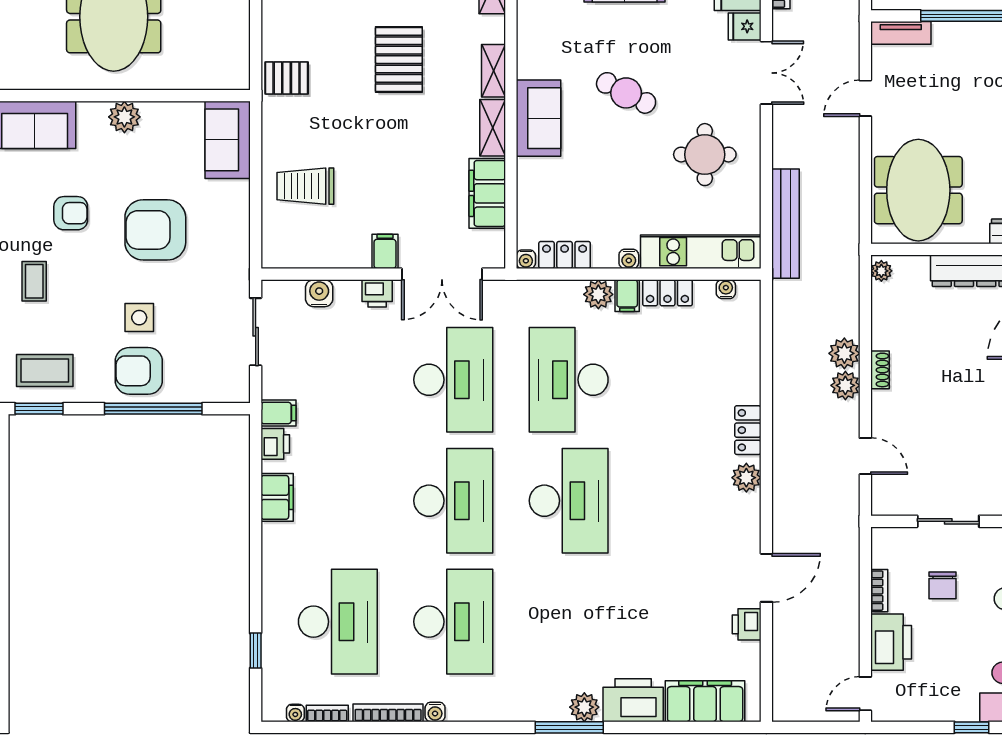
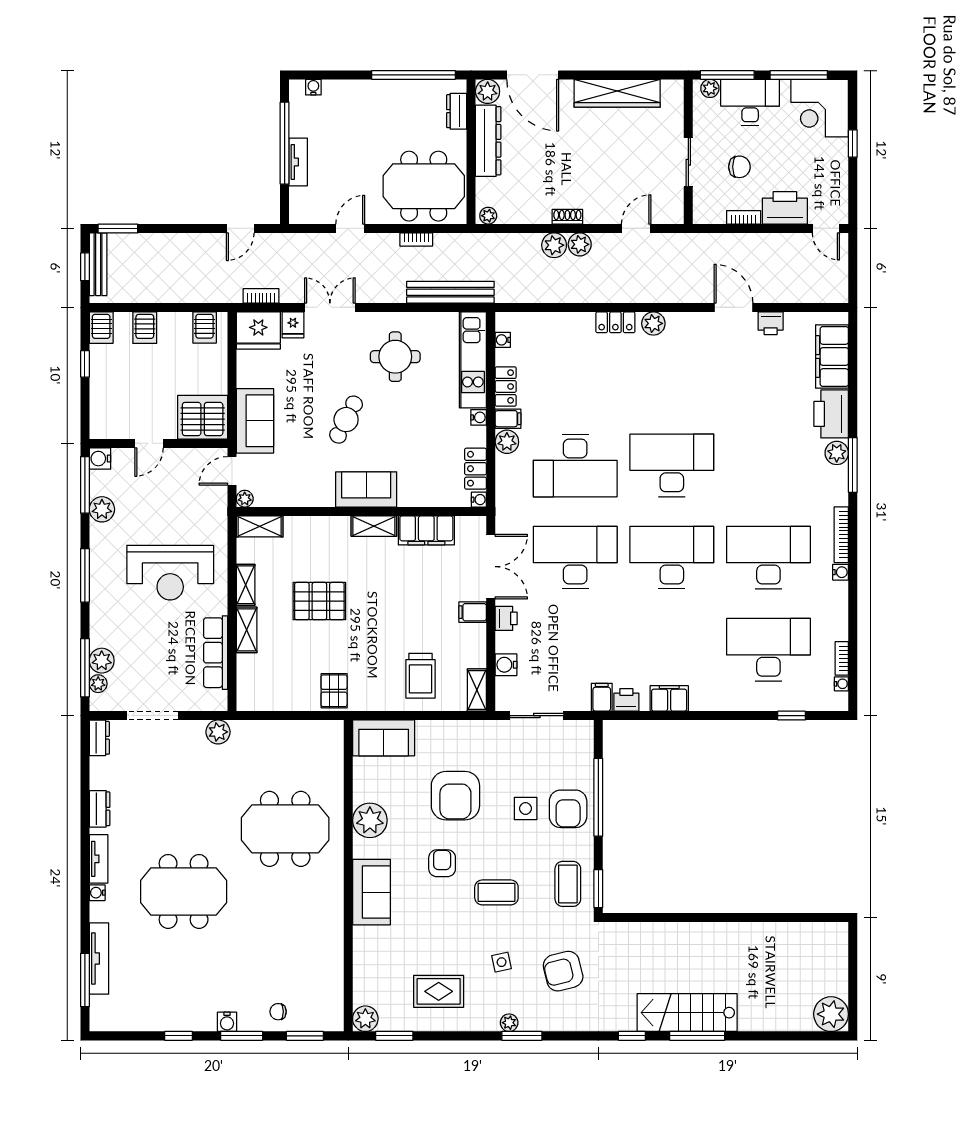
tv unit: (901, 33) -> (298, 162), moved
shelving: (494, 71) -> (477, 690), moved, turned 90
door: (865, 98) -> (350, 228), swing flipped
plant: (124, 117) -> (370, 820), width x1.36, depth x1.36
bookcase: (852, 181) -> (416, 239), added
coffee table: (34, 281) -> (496, 892), width x1.36, depth x1.30
bookcase: (388, 713) -> (841, 535), moved

